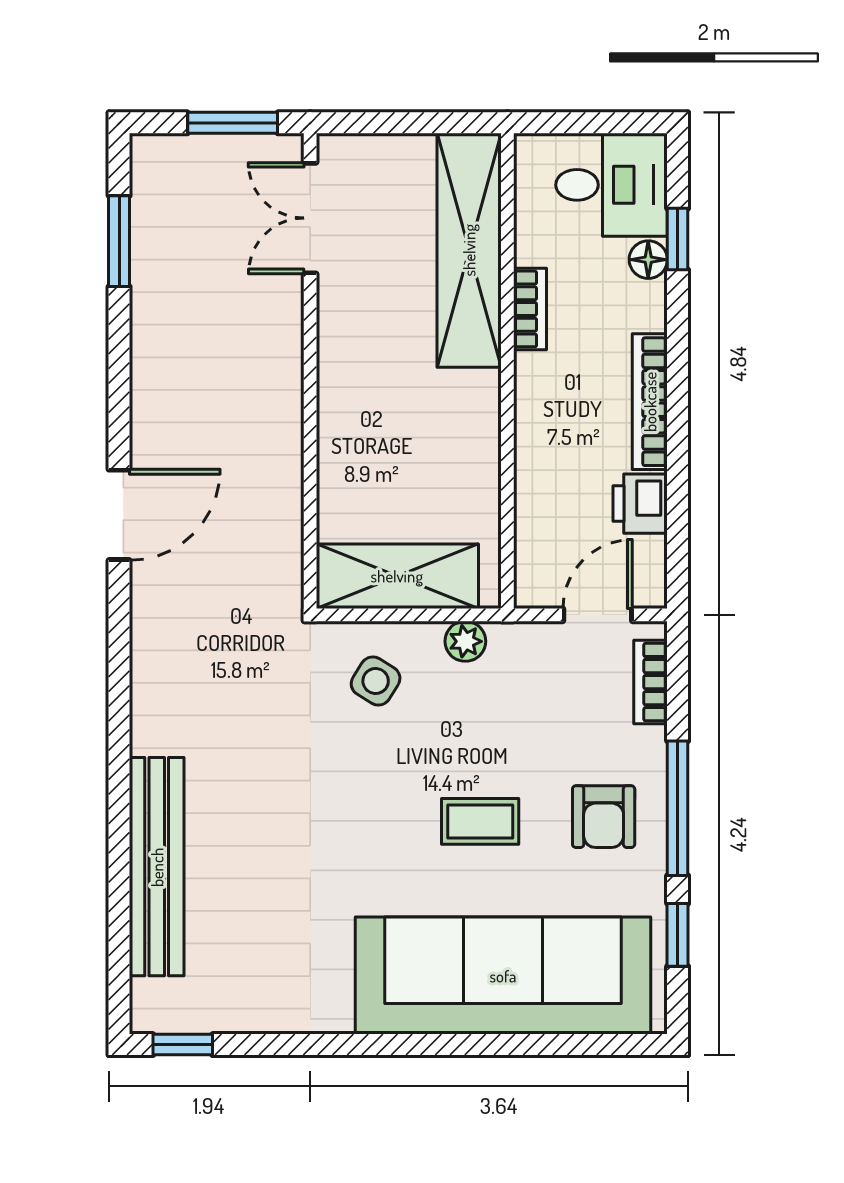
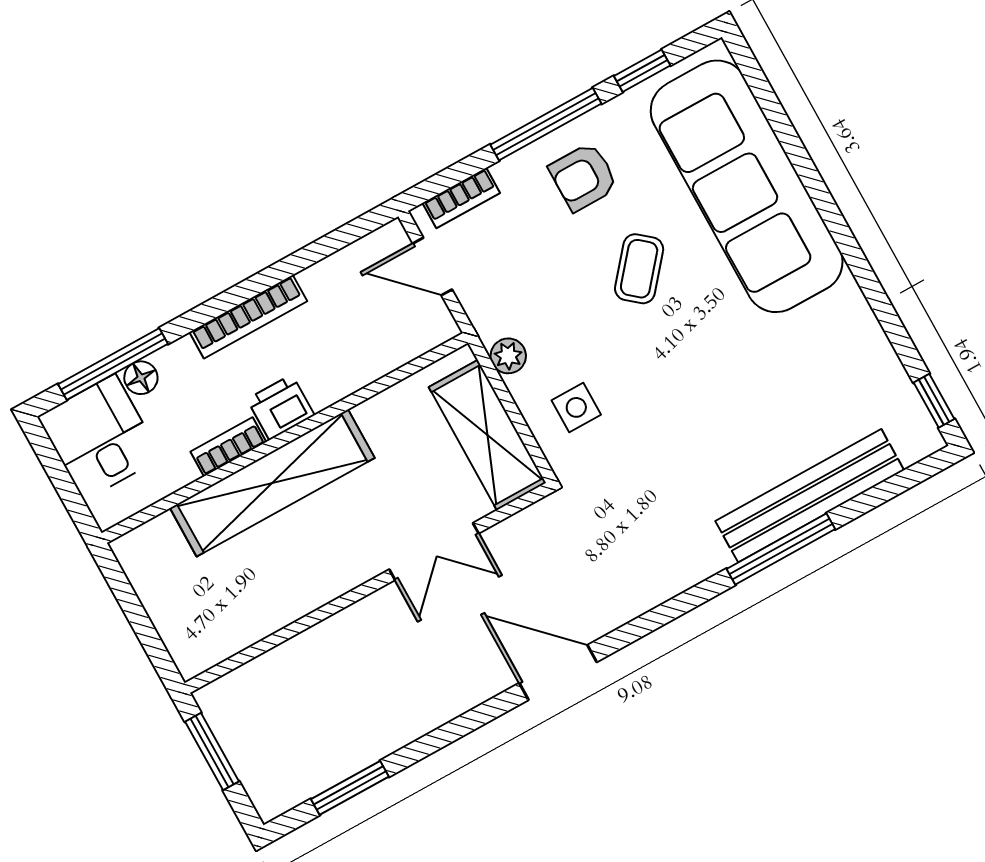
double door: (310, 218) -> (434, 551), moved
window: (678, 239) -> (113, 364), width x2.17
shelving: (469, 250) -> (272, 483), moved
printer: (640, 504) -> (281, 407), moved, turned 180
side table: (376, 681) -> (576, 407), turned -32
window: (119, 808) -> (781, 549), added
armchair: (604, 817) -> (583, 177), turned 180
coffee table: (480, 821) -> (639, 269), turned 40

